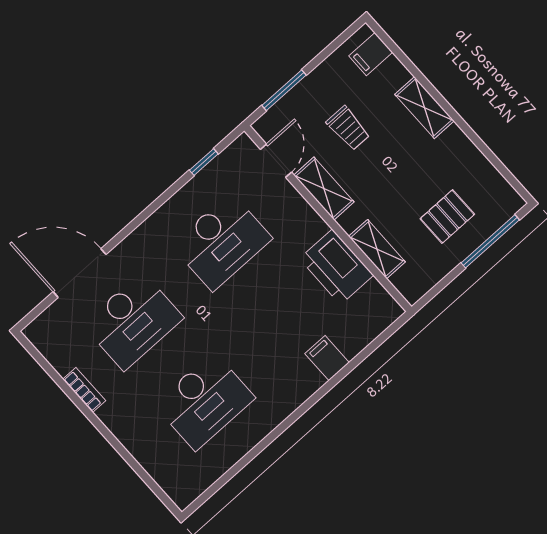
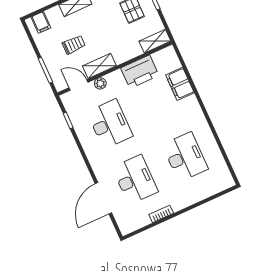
plant: (292, 200) -> (100, 83), added
shelving: (377, 249) -> (155, 41), moved
filing cabinet: (327, 358) -> (180, 84), width x2.00

